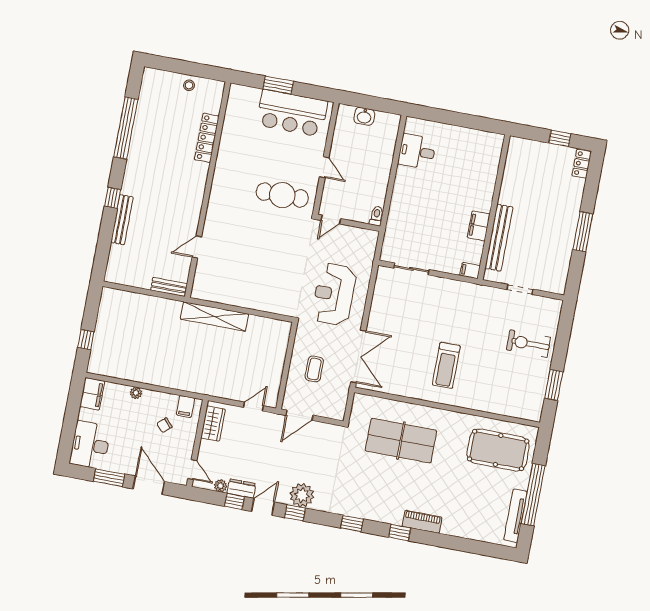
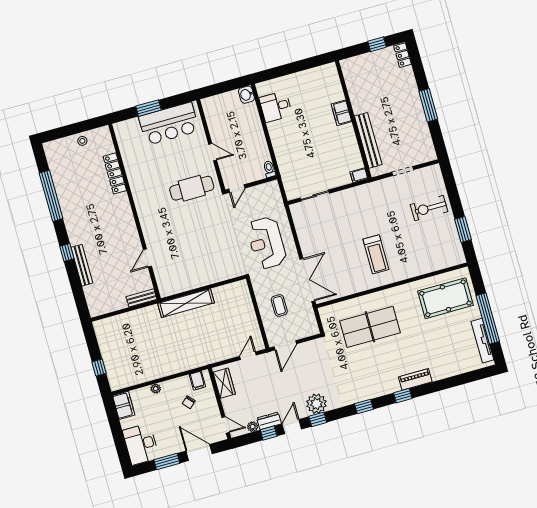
washbasin: (364, 116) -> (246, 95), moved, turned 90
filing cabinet: (479, 226) -> (341, 113), moved

